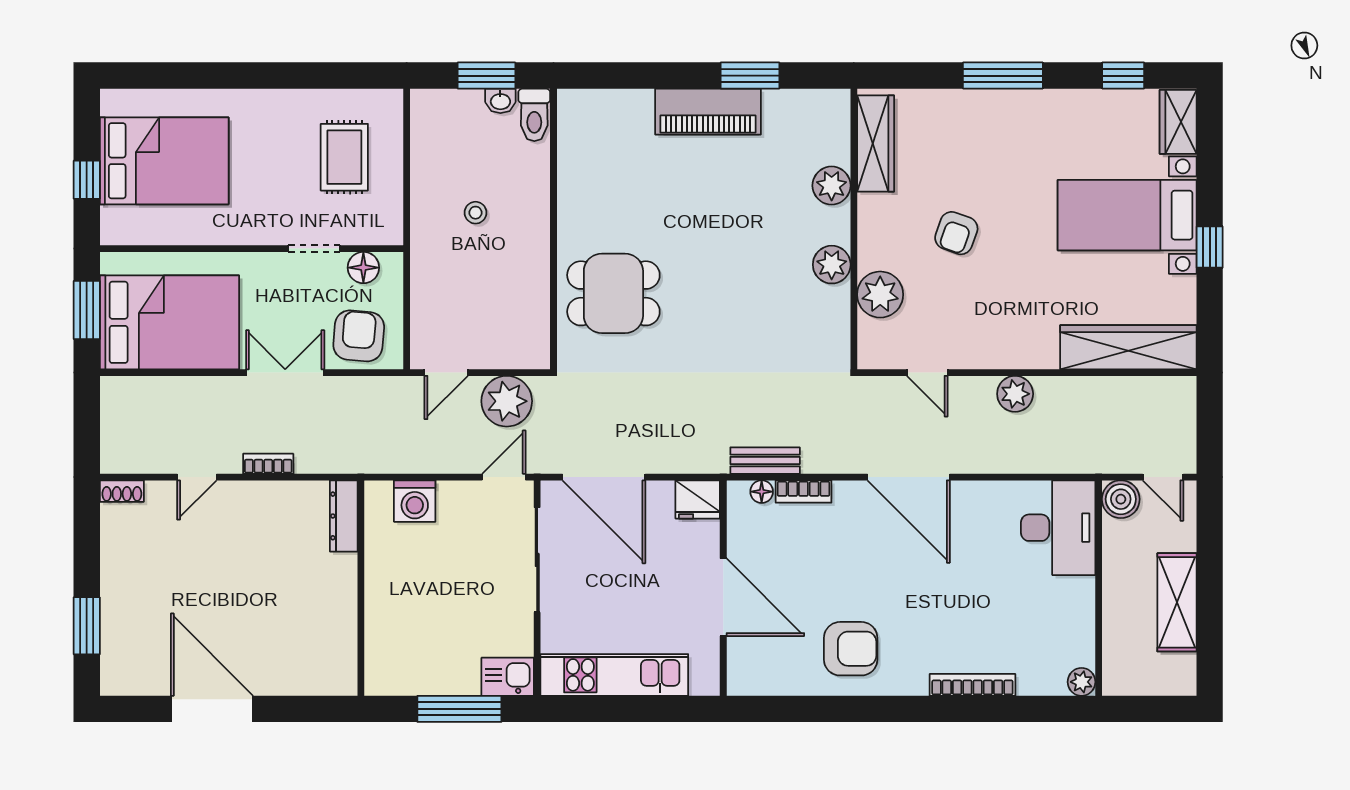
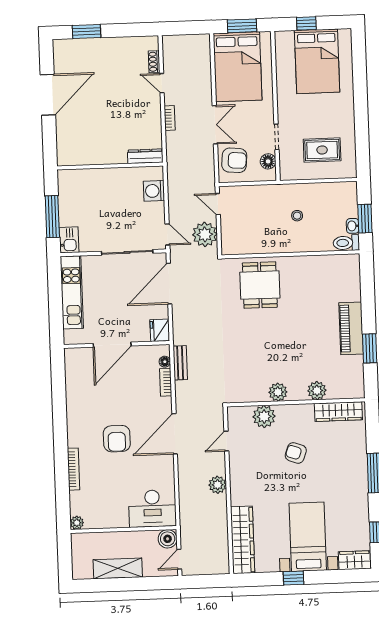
shoe rack: (122, 491) -> (154, 62), moved
armchair: (851, 649) -> (117, 439), moved

